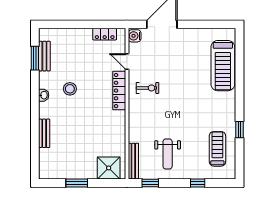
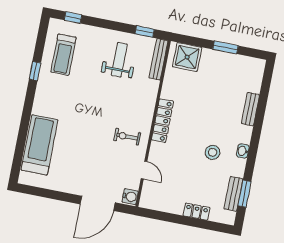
locker: (105, 34) -> (196, 212), moved
locker: (119, 91) -> (162, 121), moved
window: (198, 183) -> (73, 17), moved

